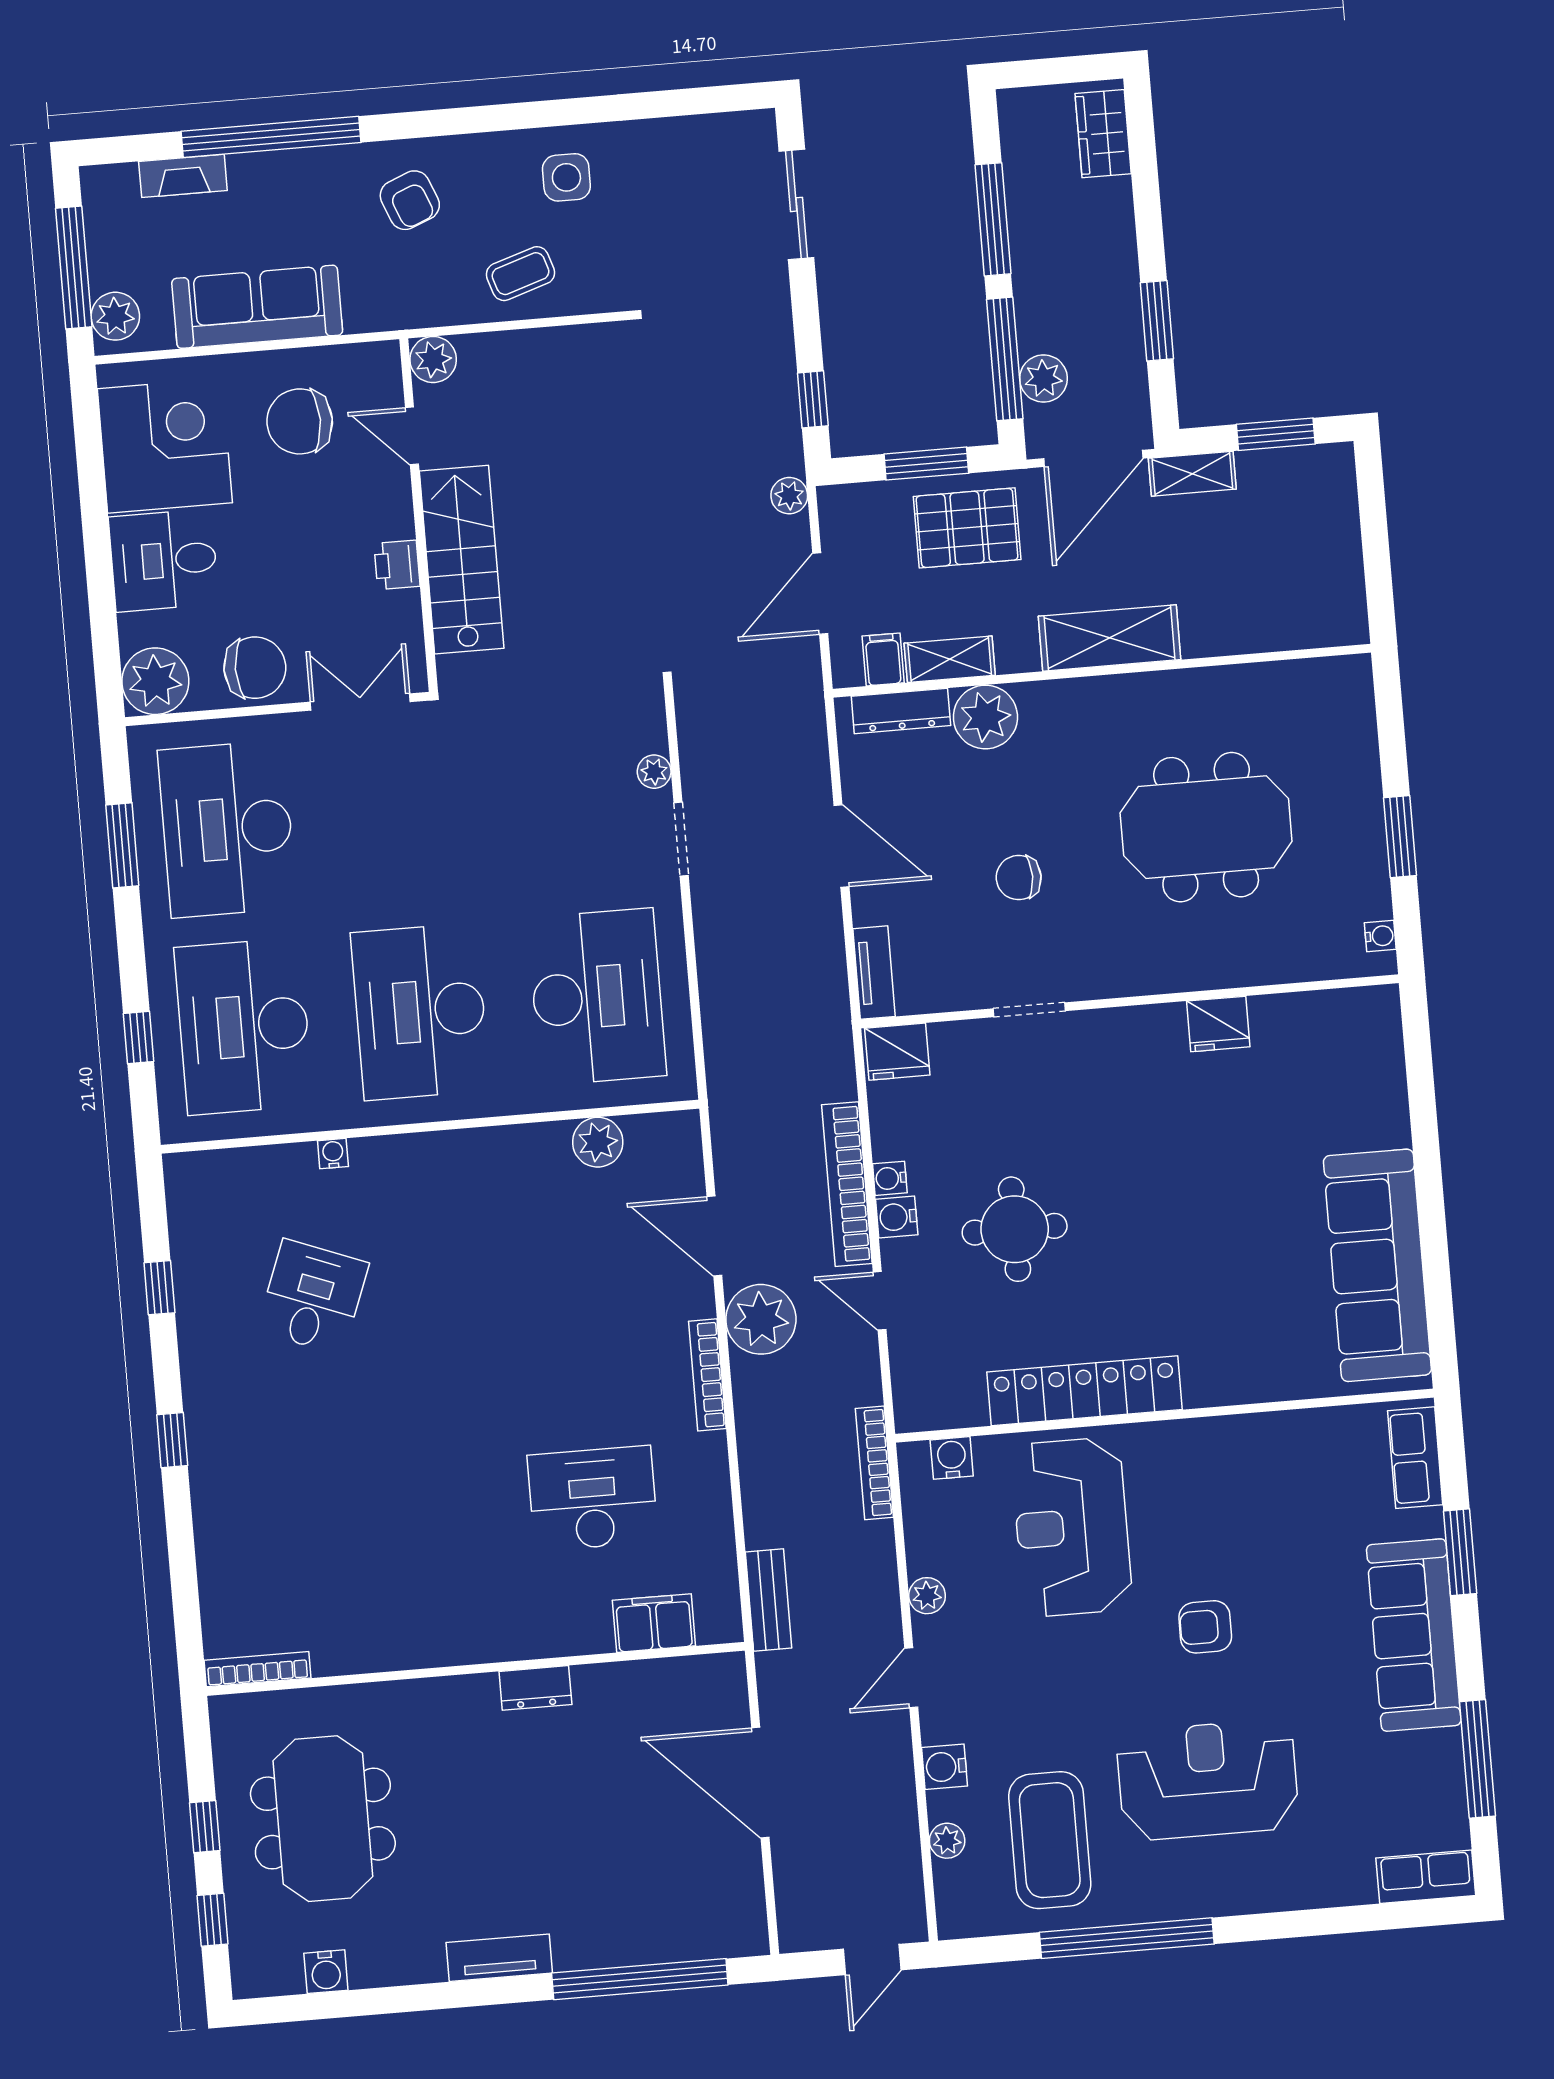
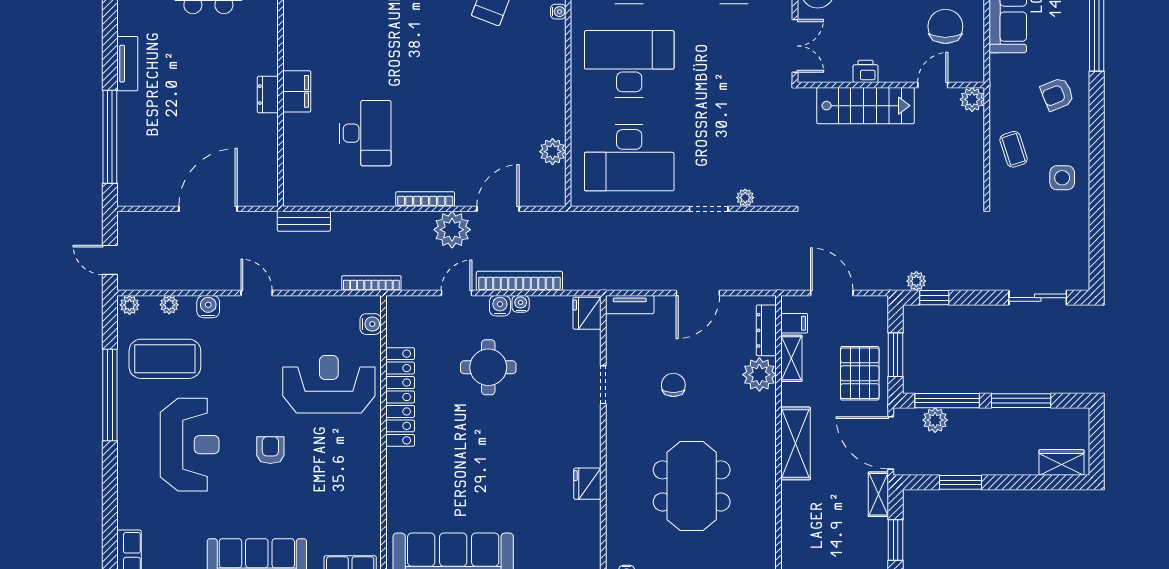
plant: (789, 496) -> (916, 281), moved
plant: (927, 1596) -> (130, 305), moved
filing cabinet: (654, 1623) -> (297, 91), moved

